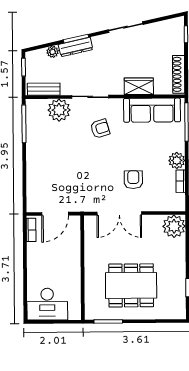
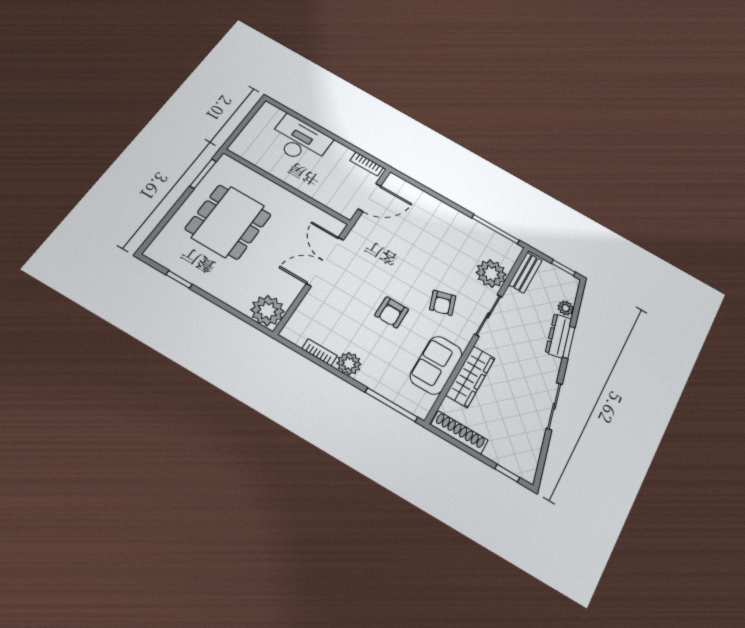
wardrobe: (139, 86) -> (470, 377), width x1.50
sofa: (152, 110) -> (436, 365), width x0.73
armchair: (133, 180) -> (392, 312), moved, turned 90
door: (55, 214) -> (370, 197), swing flipped
desk: (47, 304) -> (300, 140), moved, turned 90

